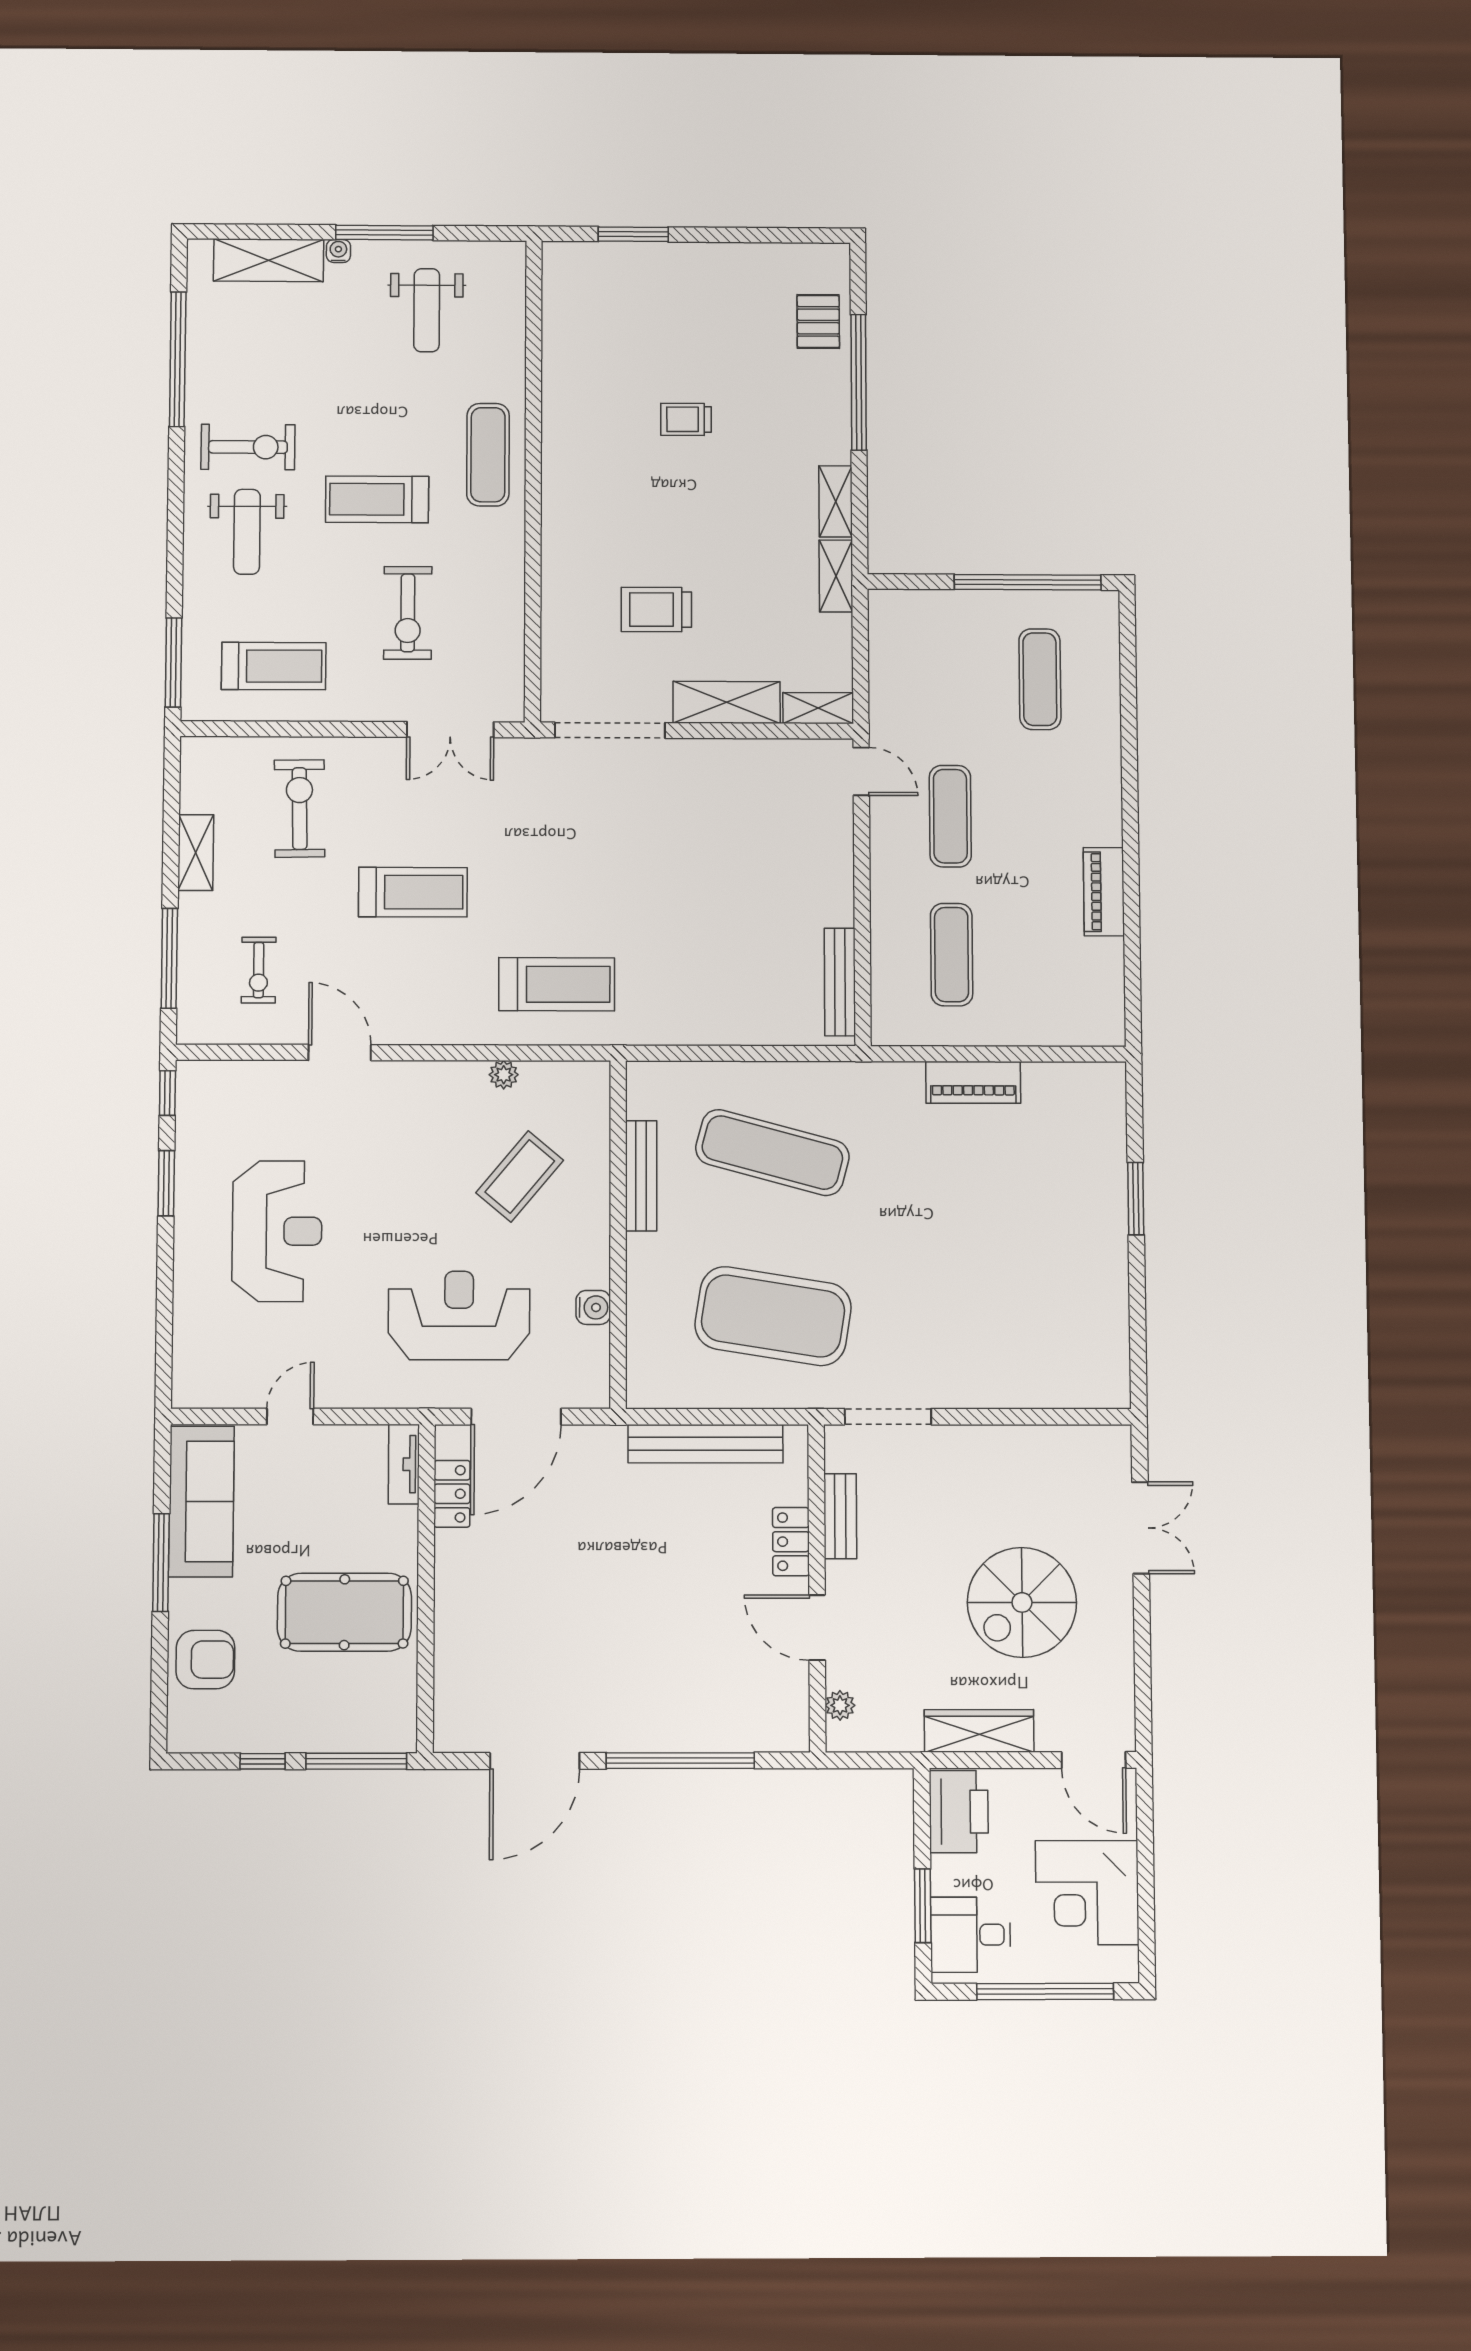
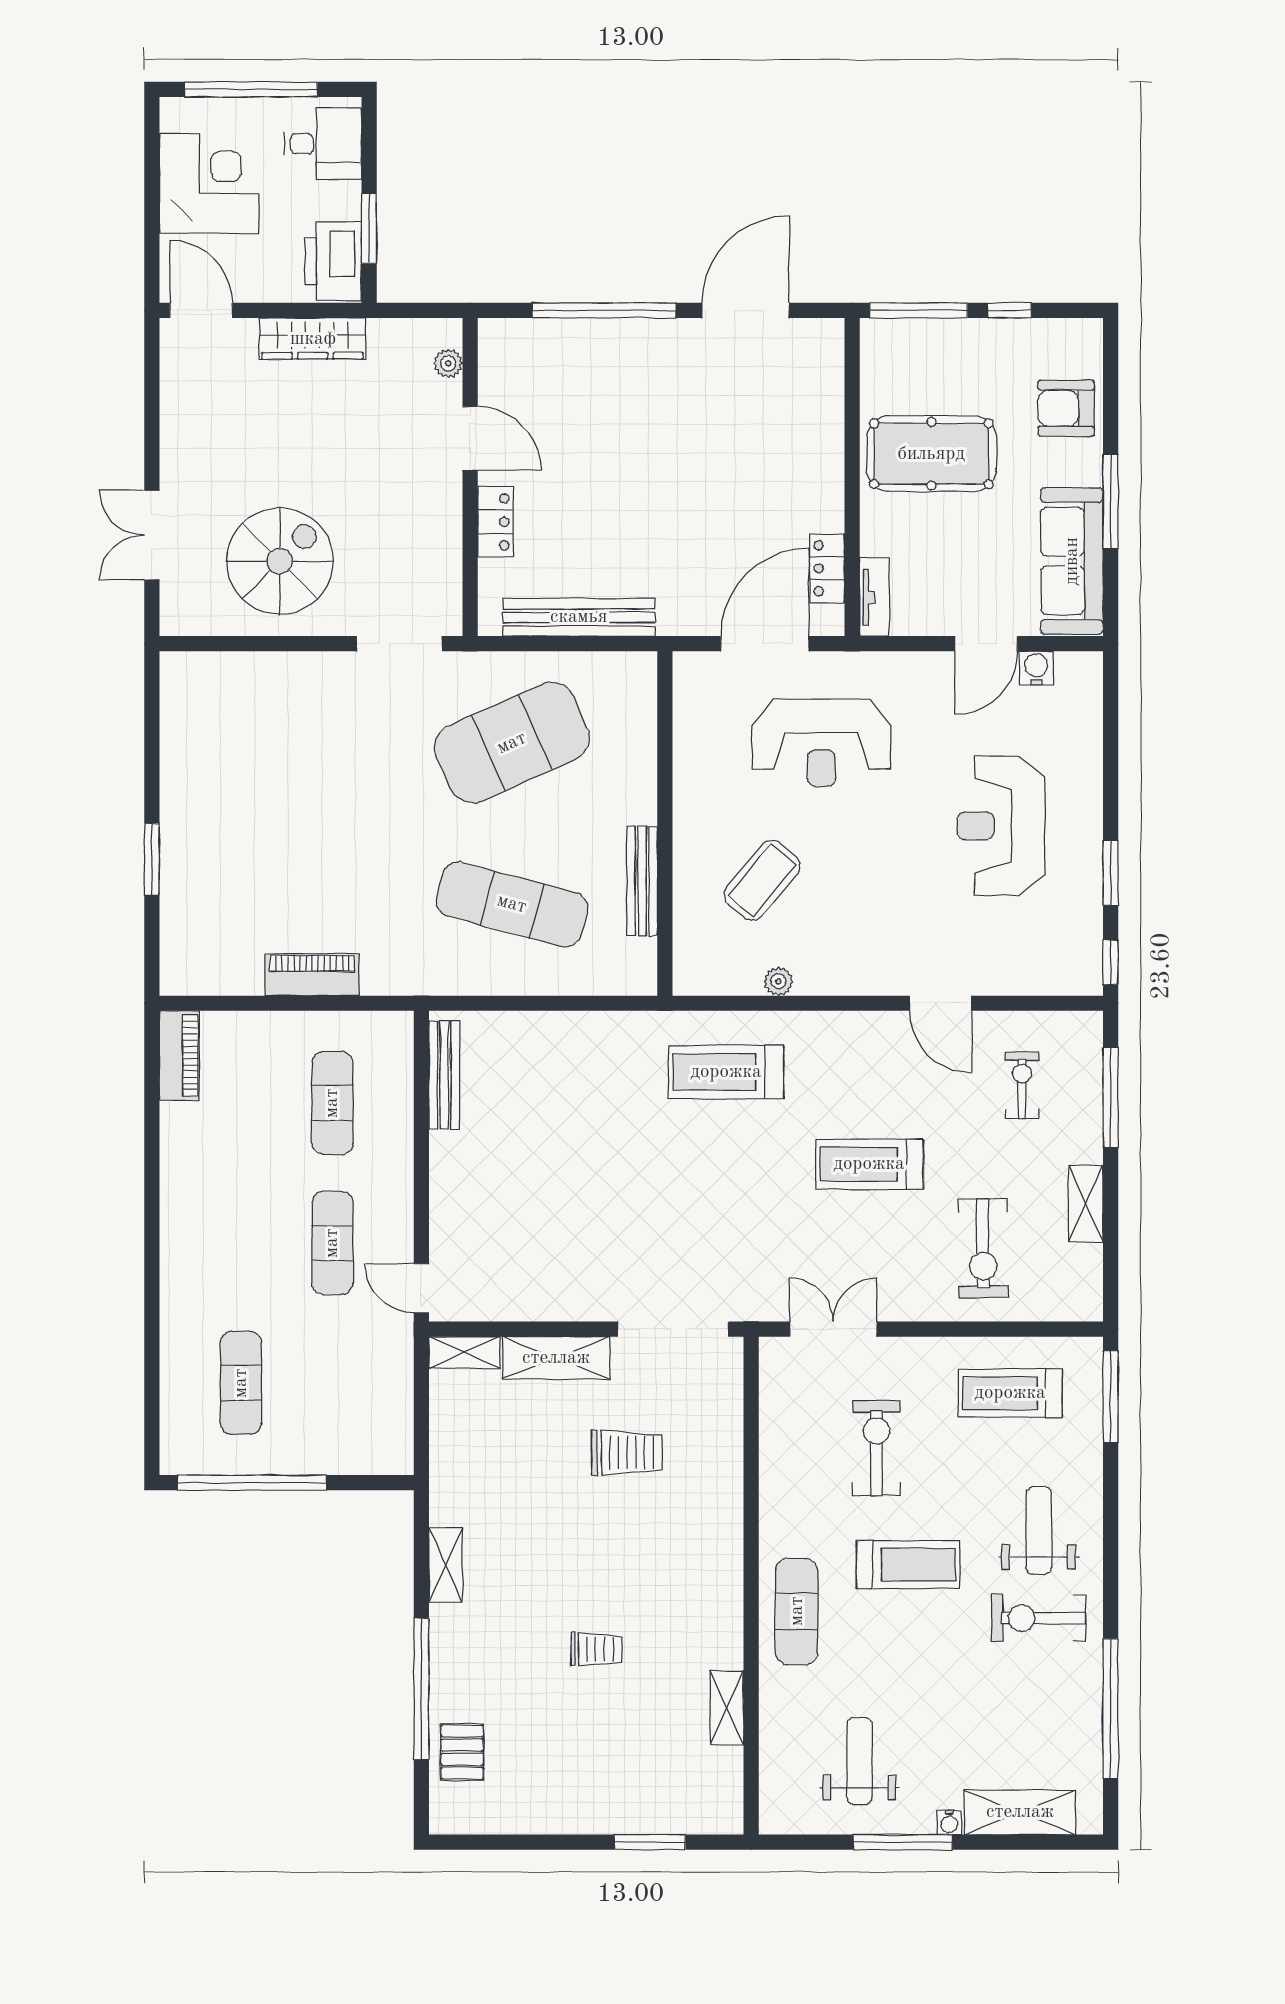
shelving: (836, 576) -> (727, 1708), moved
piano: (1104, 892) -> (179, 1056), moved
water cooler: (593, 1307) -> (1036, 668), moved, turned 90
exercise mat: (773, 1316) -> (512, 743), turned -33
door: (290, 1417) -> (986, 644), width x1.38
bench: (840, 1516) -> (447, 547), removed
spiral stairs: (1022, 1602) -> (280, 561), moved
window: (923, 1906) -> (369, 229), moved

